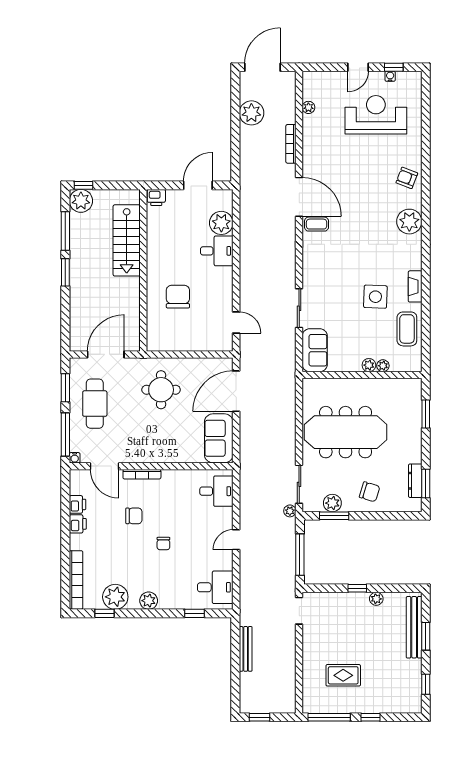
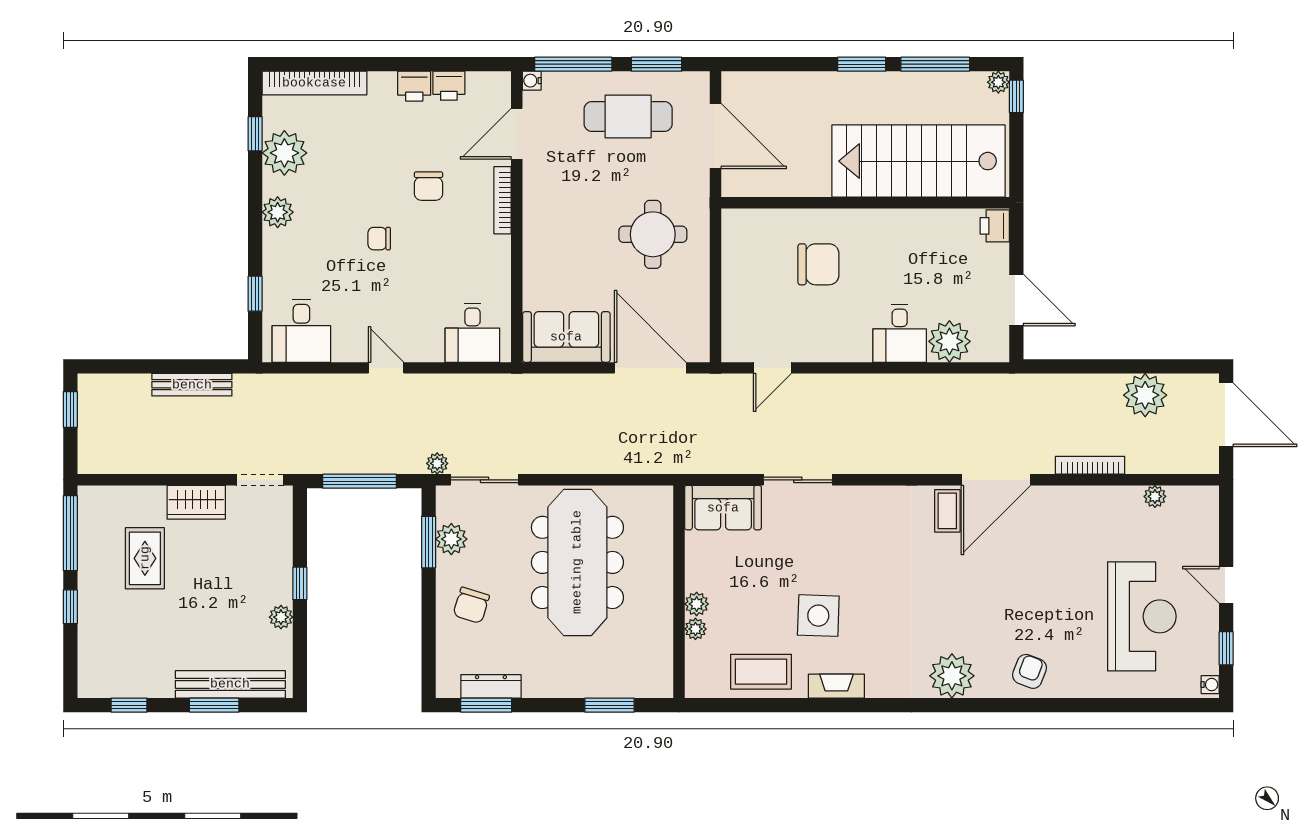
water cooler: (390, 76) -> (1210, 685), moved
plant: (81, 201) -> (998, 82), width x0.53, depth x0.53
stairs: (127, 240) -> (918, 161), width x1.36, depth x1.51
wardrobe: (312, 646) -> (196, 502), added

